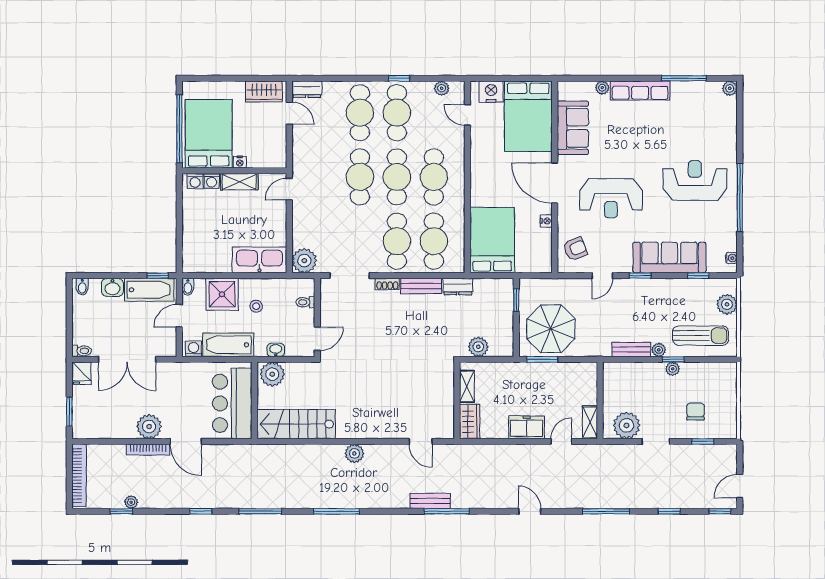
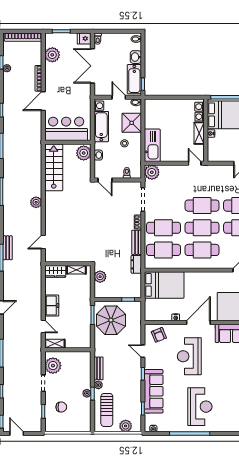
plant: (149, 427) -> (52, 55), moved

